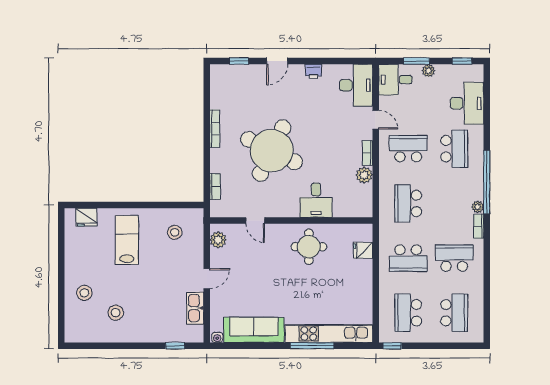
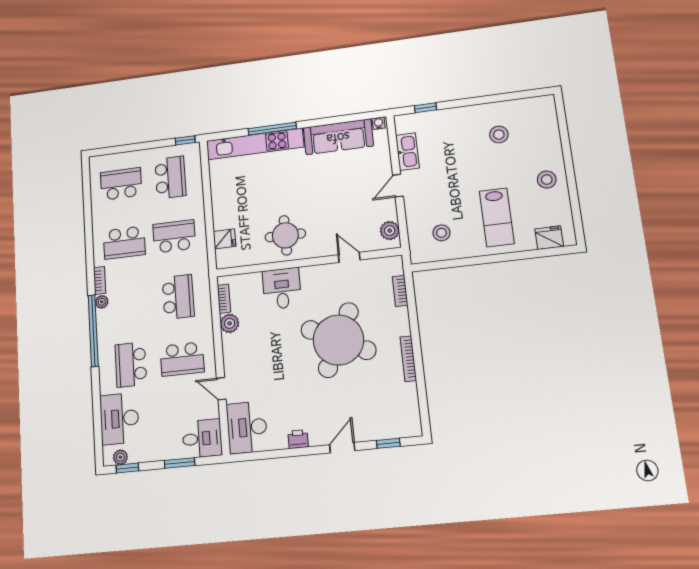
plant: (428, 71) -> (120, 457), moved
bookcase: (368, 153) -> (224, 299), moved
stool: (84, 293) -> (547, 180), moved
school desk: (454, 313) -> (121, 184), turned 90

